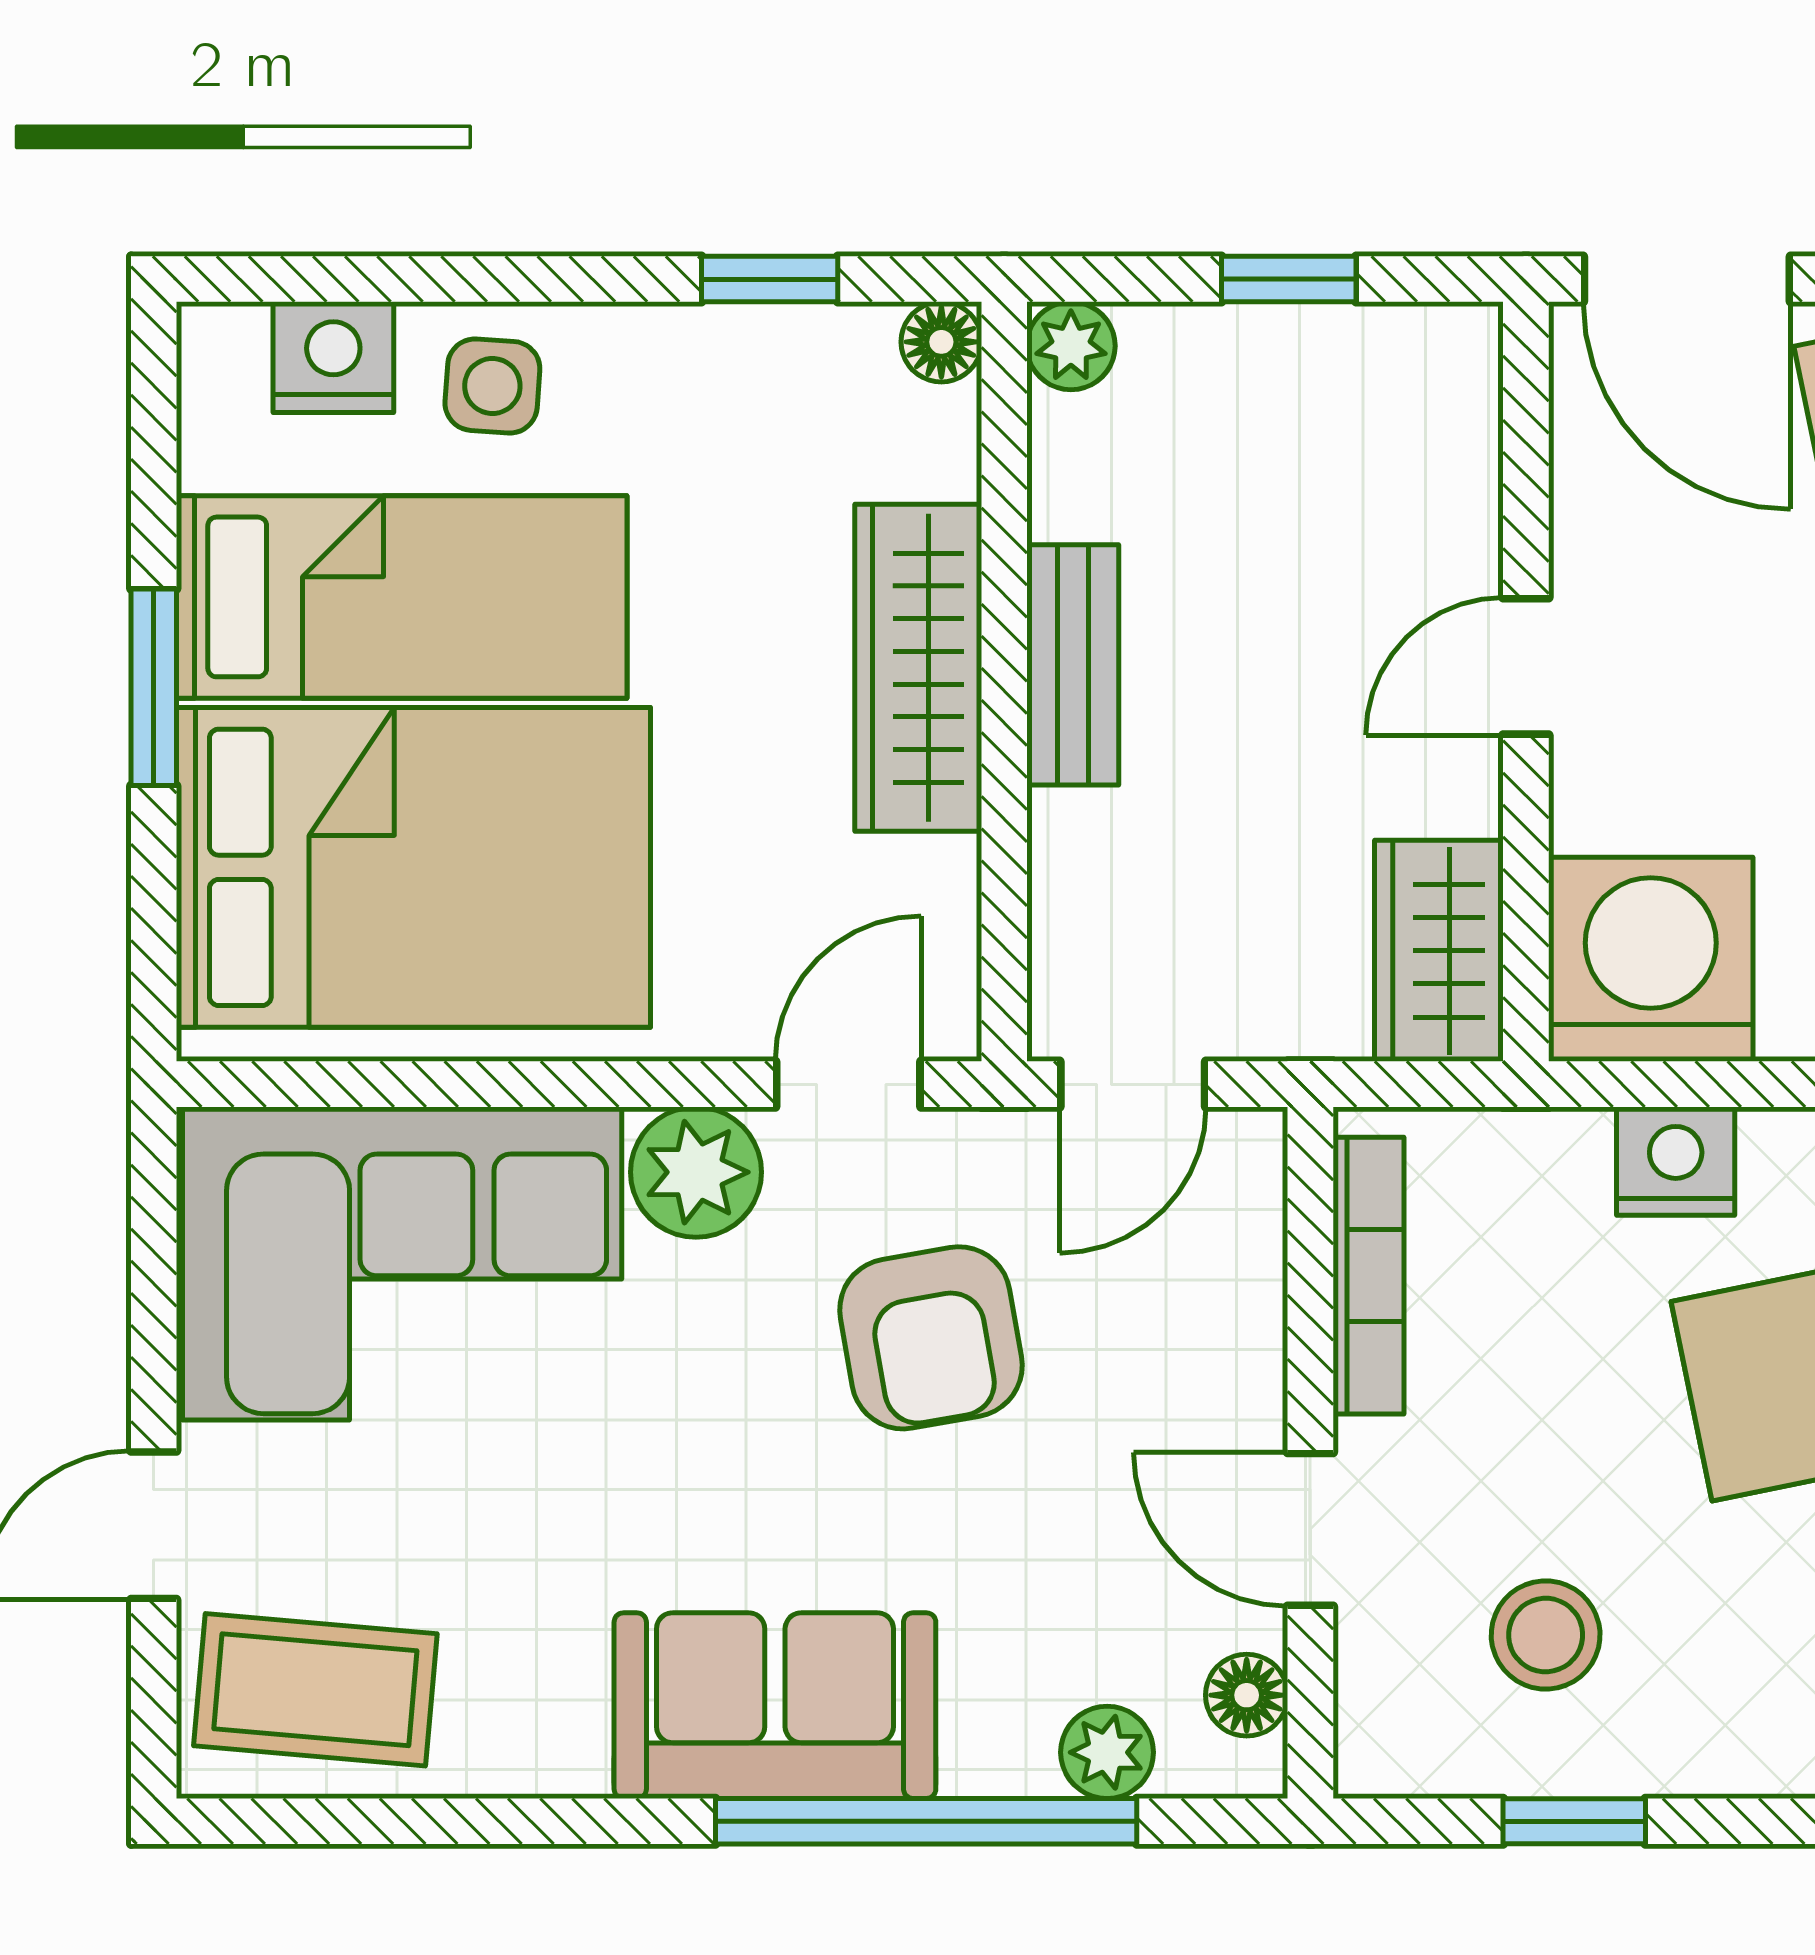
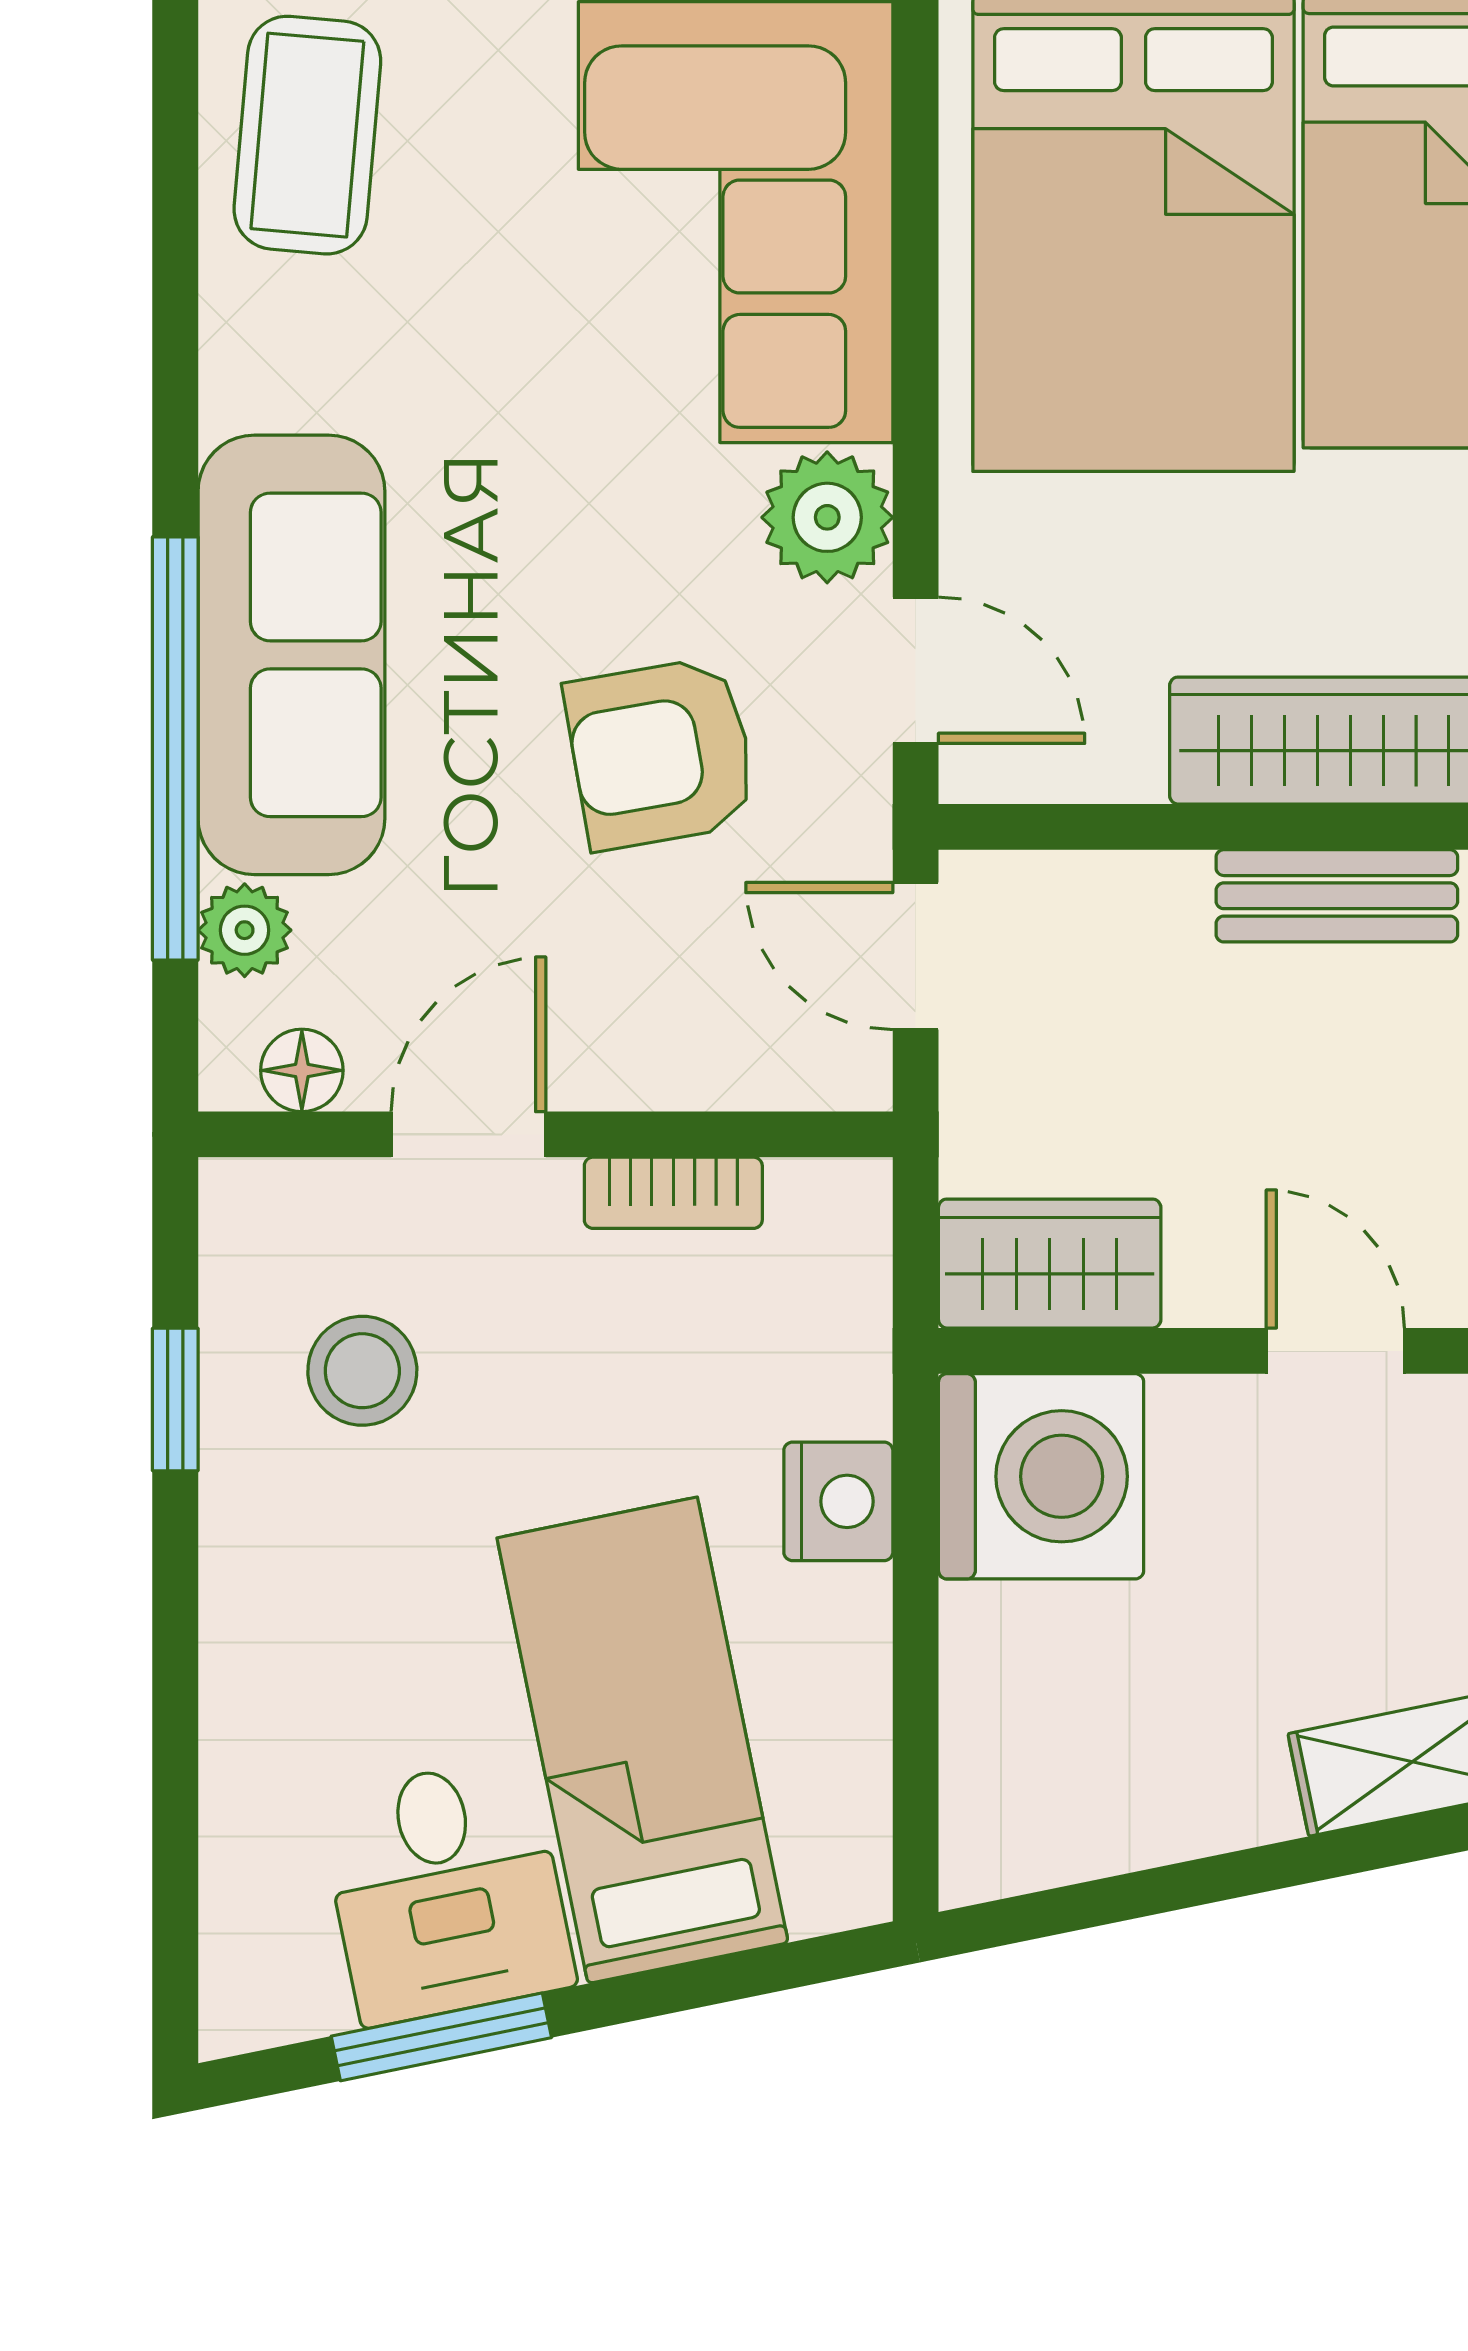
bookcase: (1368, 1276) -> (673, 1193), width x0.64
sofa: (775, 1706) -> (291, 655), width x1.36

